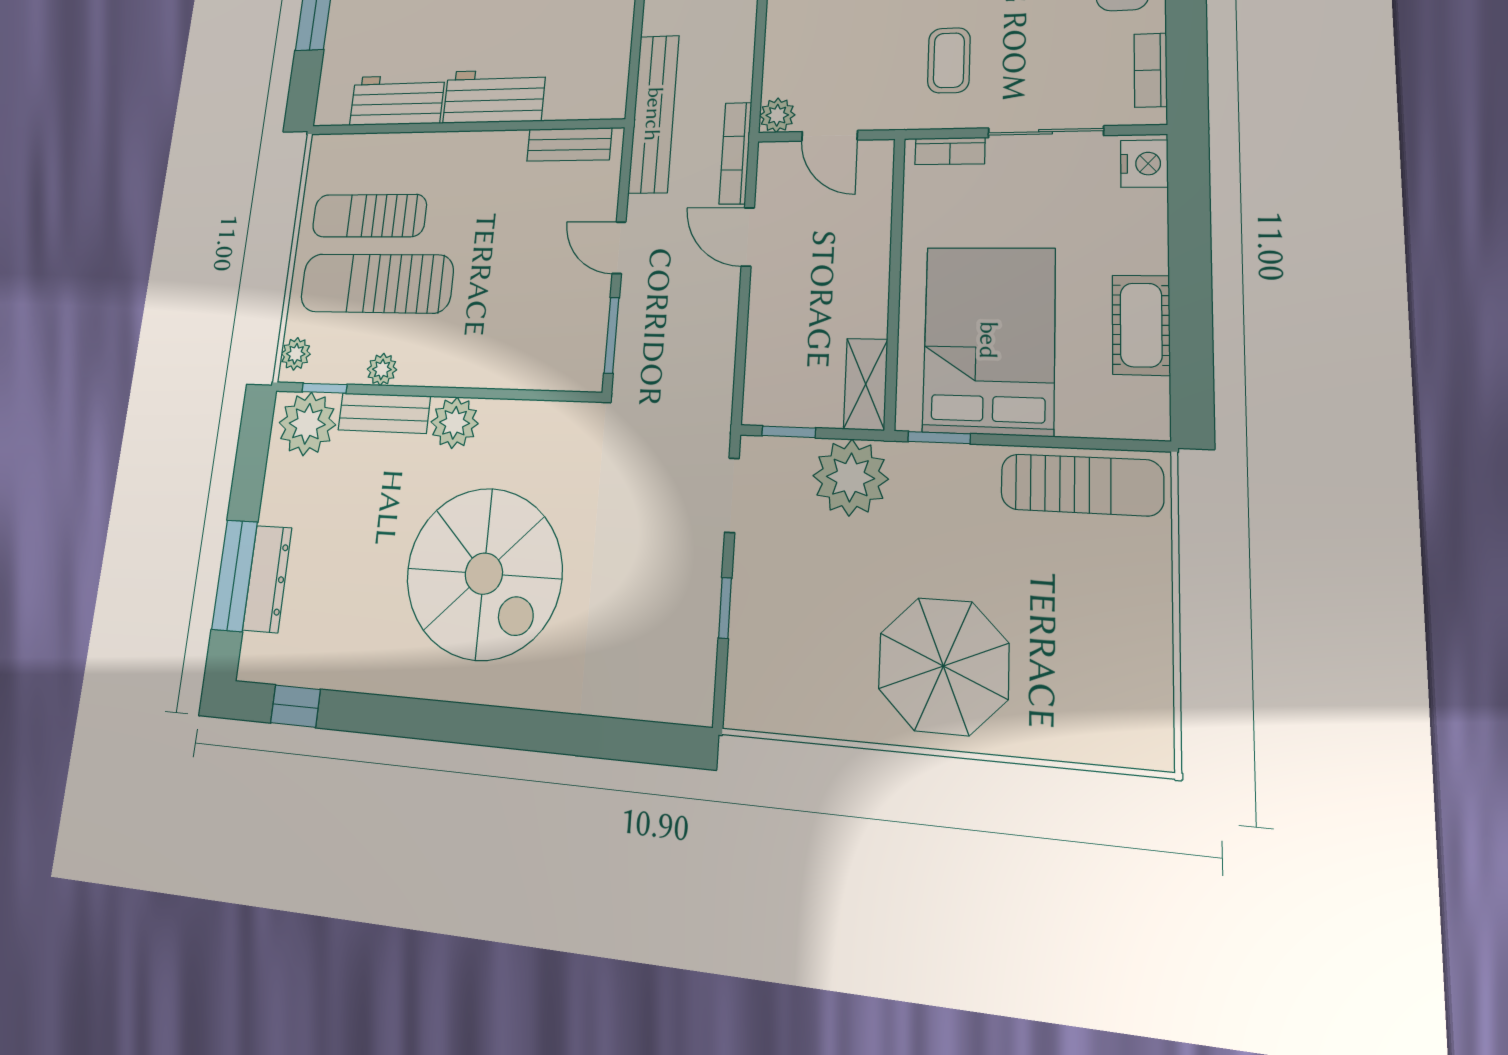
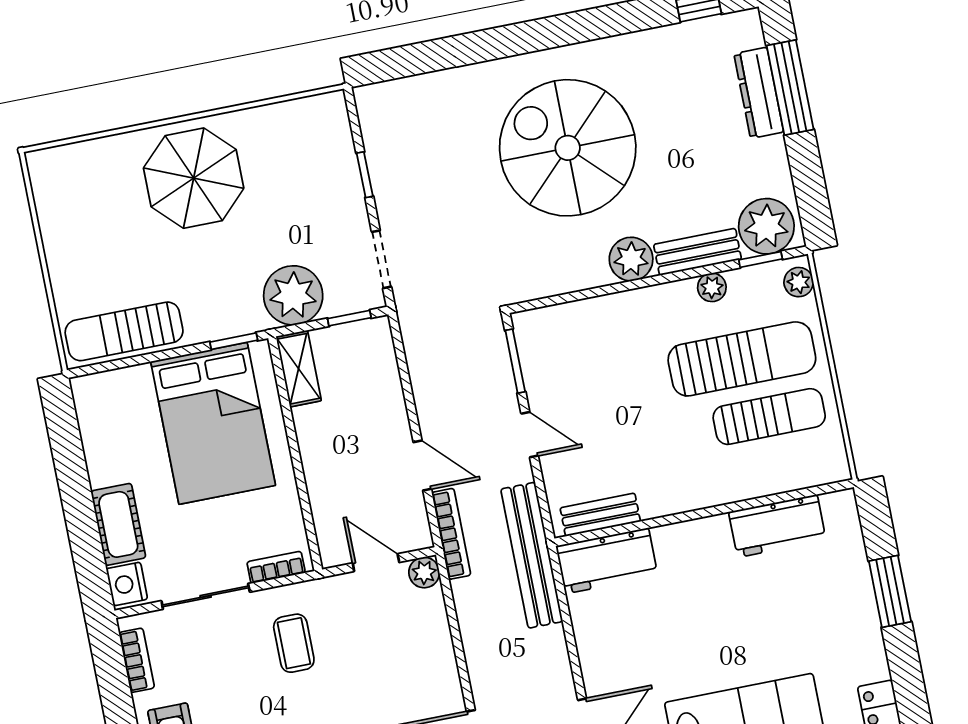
workbench: (494, 96) -> (607, 561), moved
cot: (1141, 325) -> (118, 524), moved

